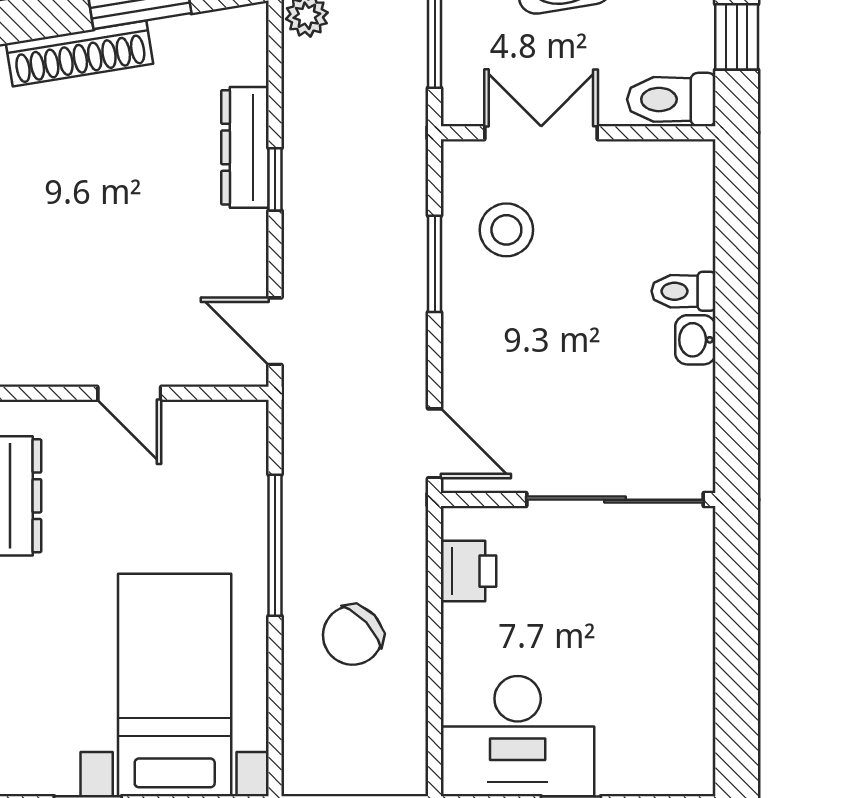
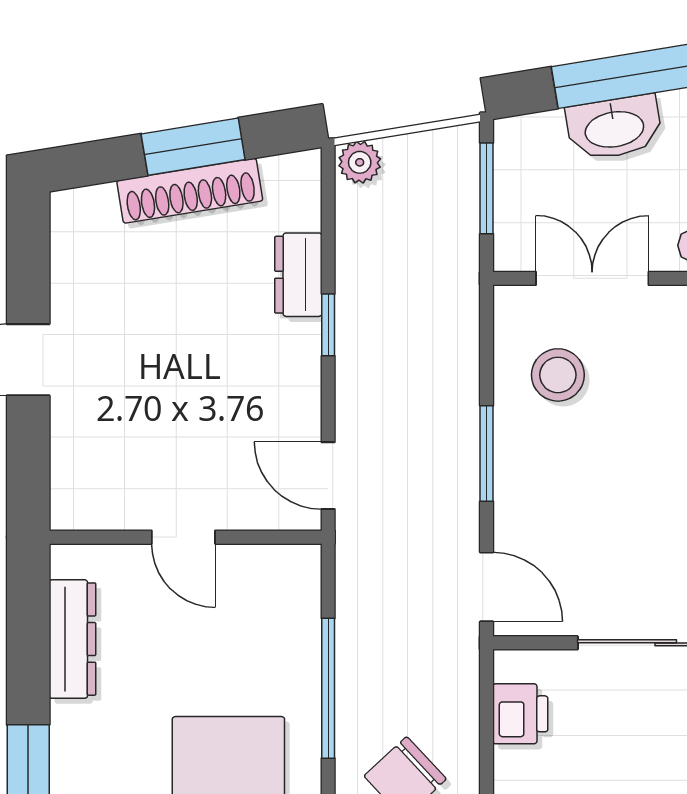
shoe rack: (80, 54) -> (190, 191), moved
dresser: (245, 147) -> (298, 275), width x0.70
window: (435, 264) -> (487, 454), moved

